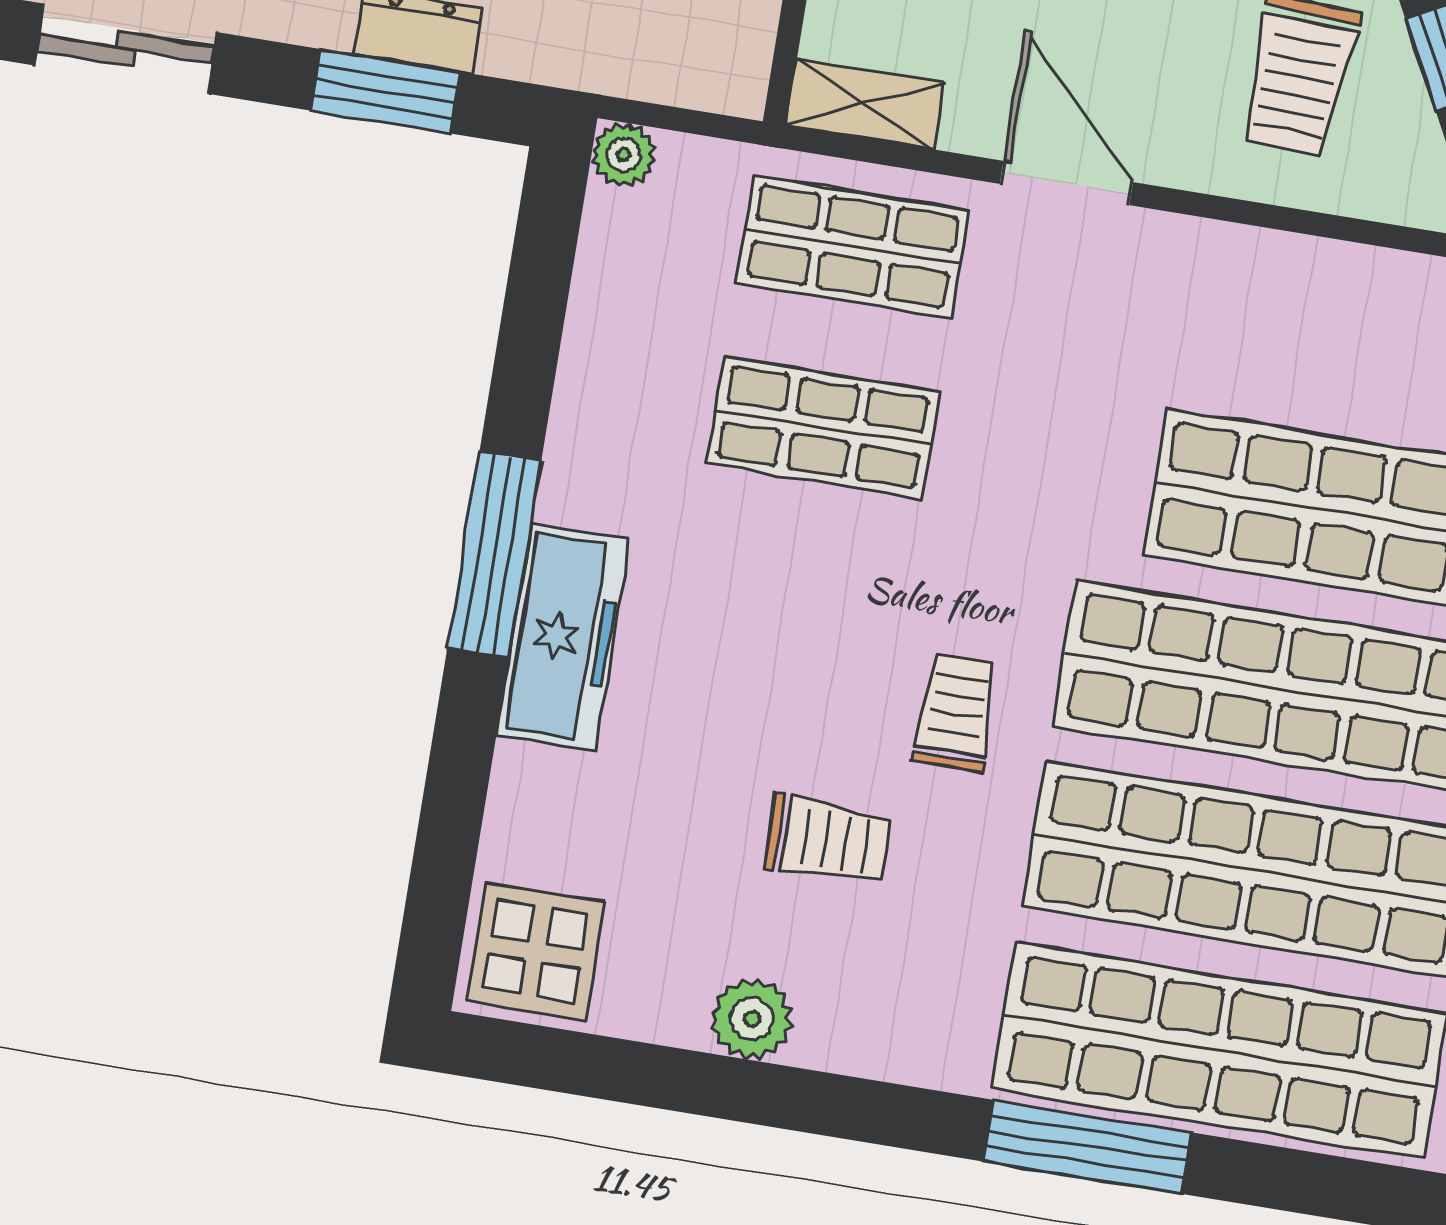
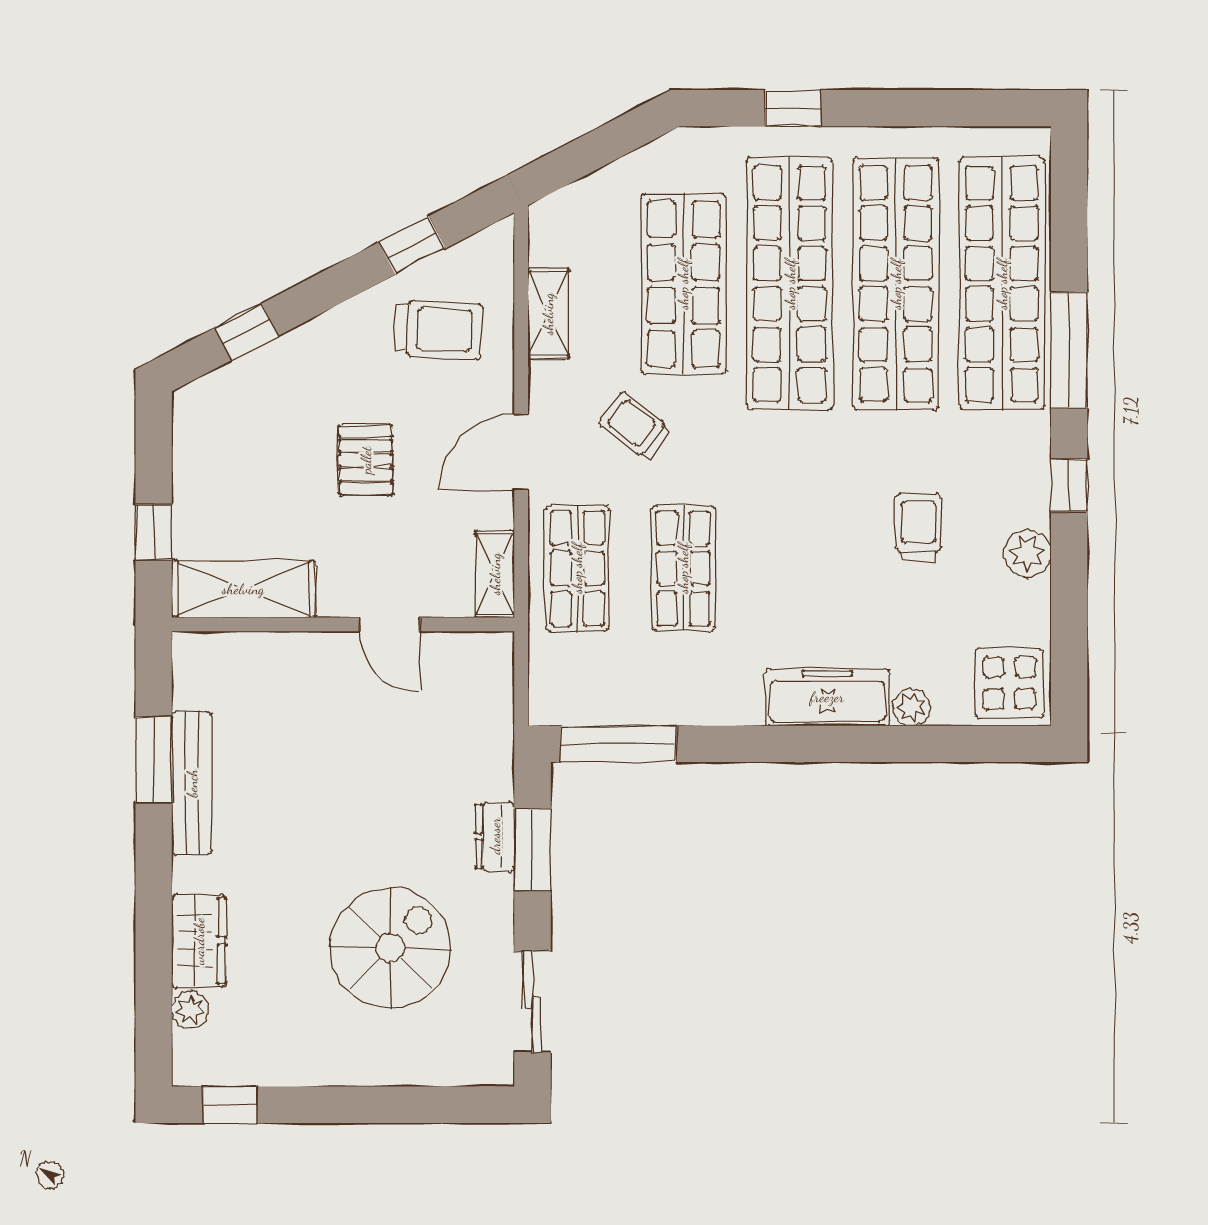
plant: (624, 155) -> (911, 707), moved
shelving: (1296, 268) -> (548, 314), added
window: (494, 555) -> (618, 744), moved
trolley: (956, 713) -> (635, 426), moved, turned 38
window: (857, 1109) -> (1069, 485), added

